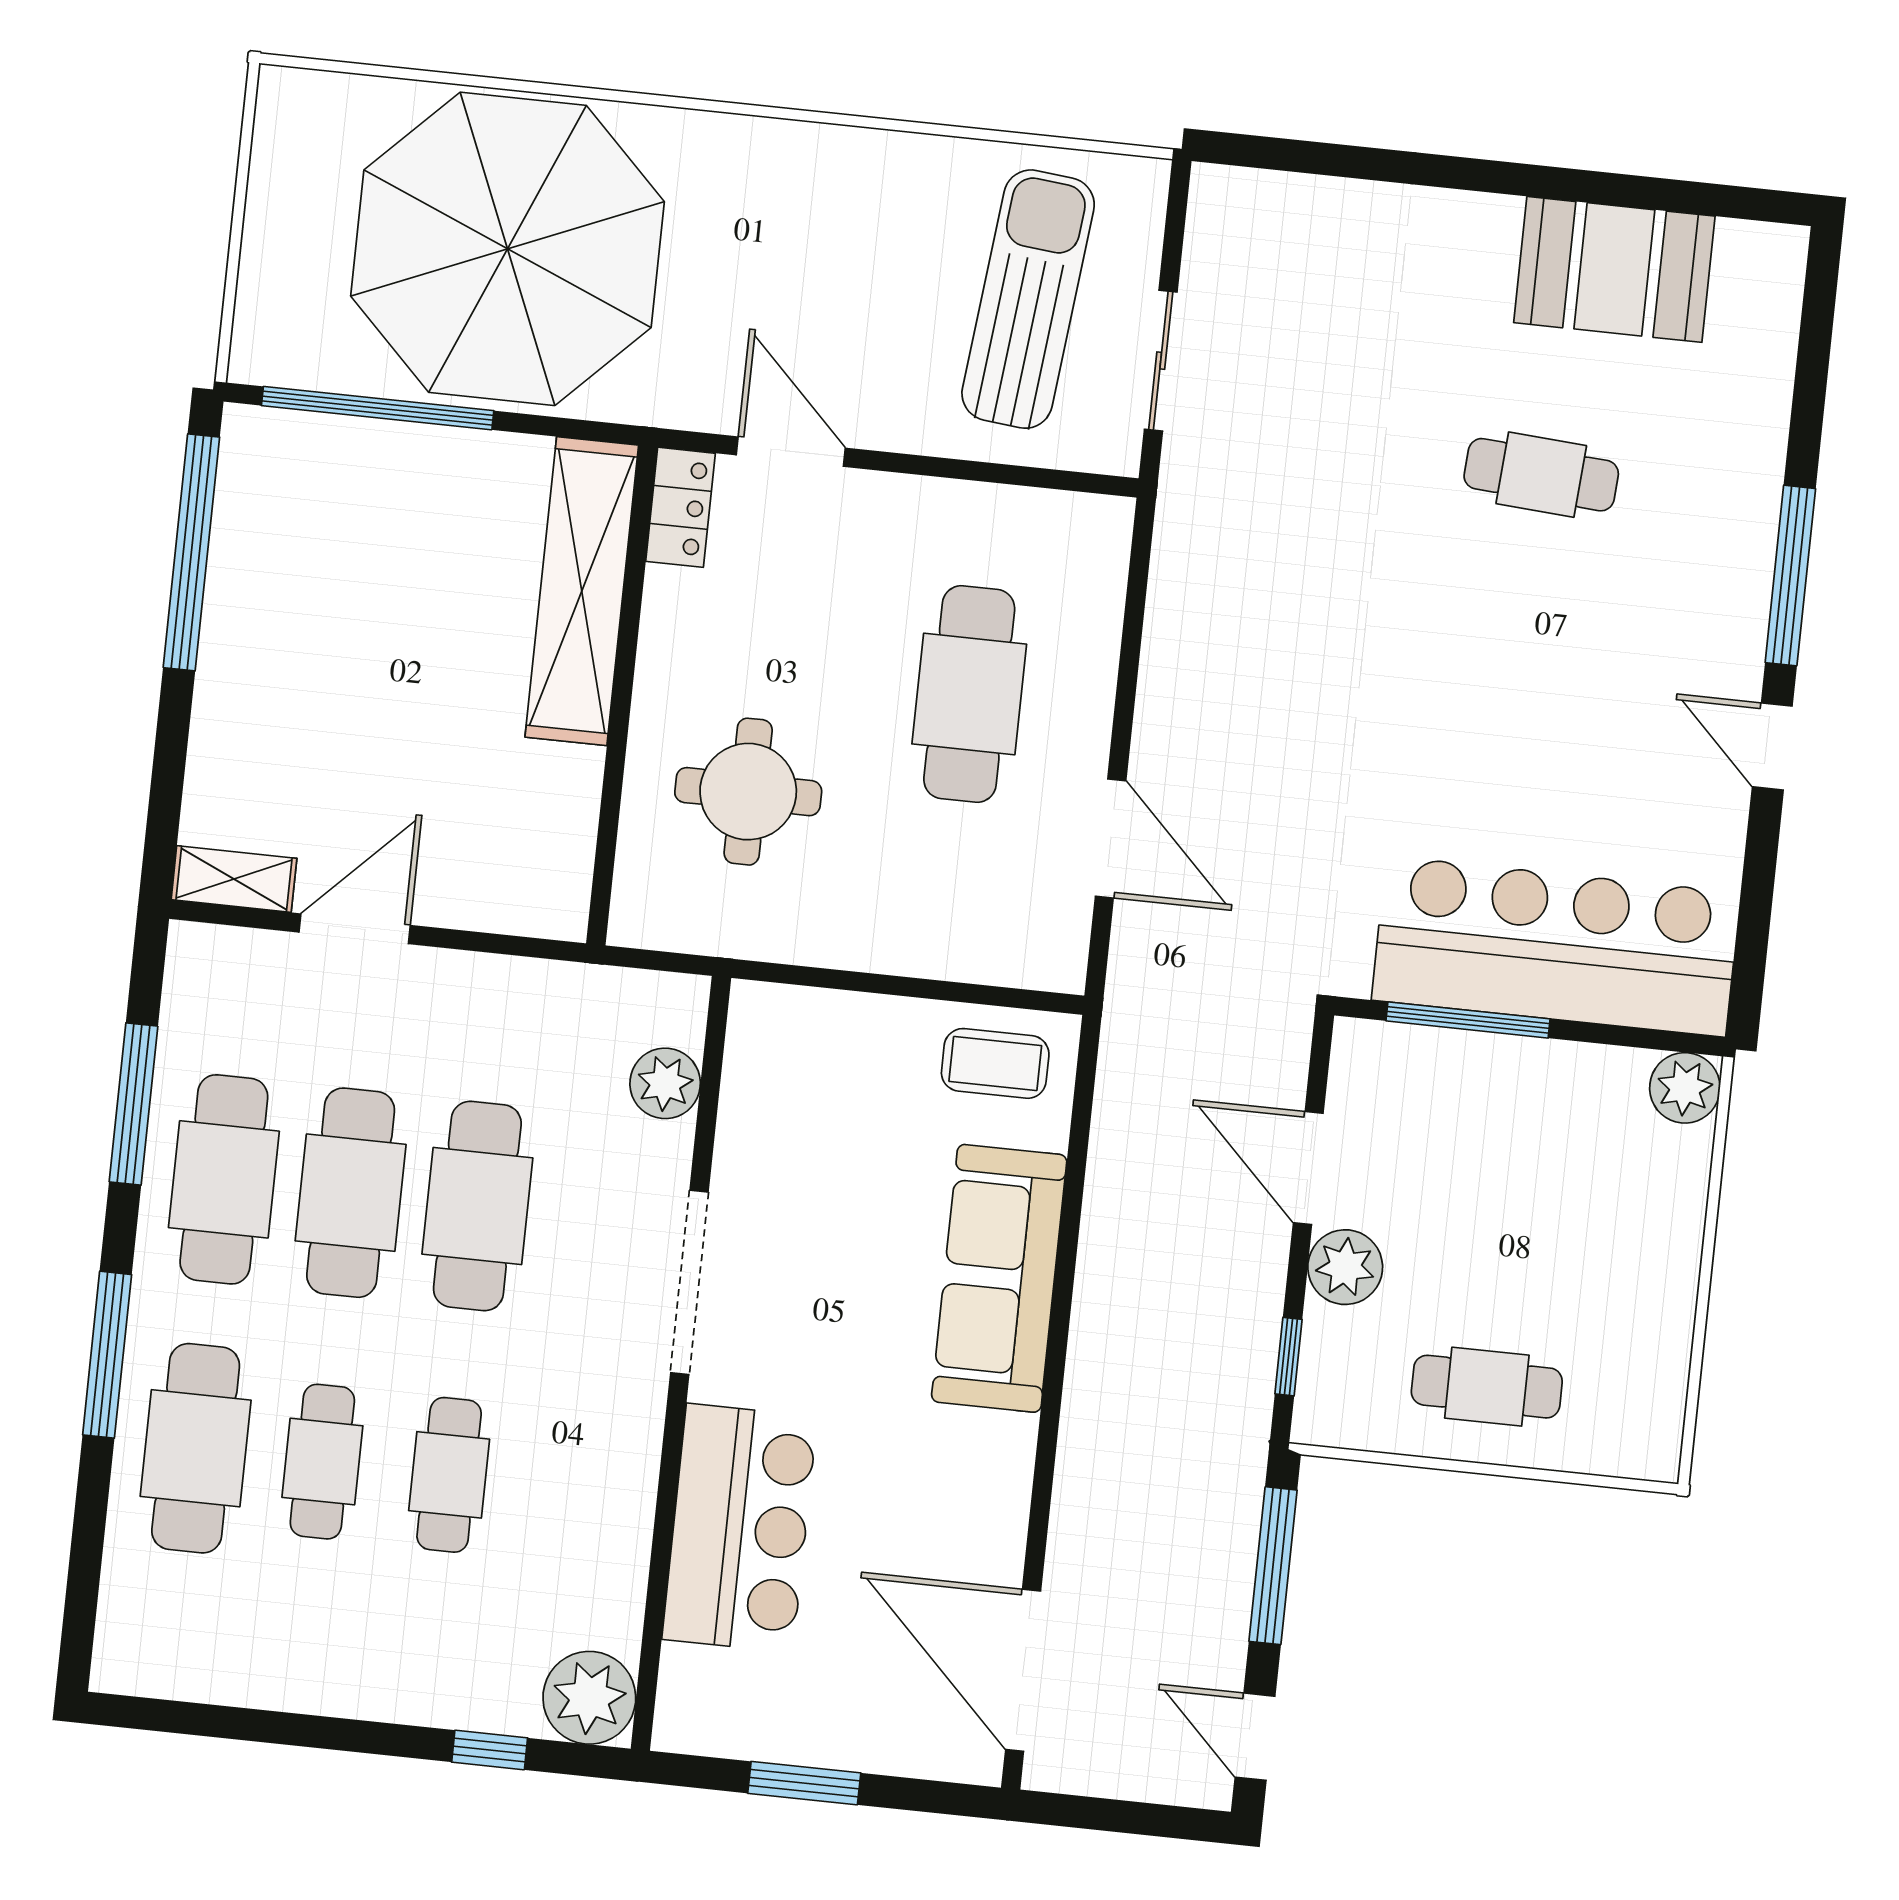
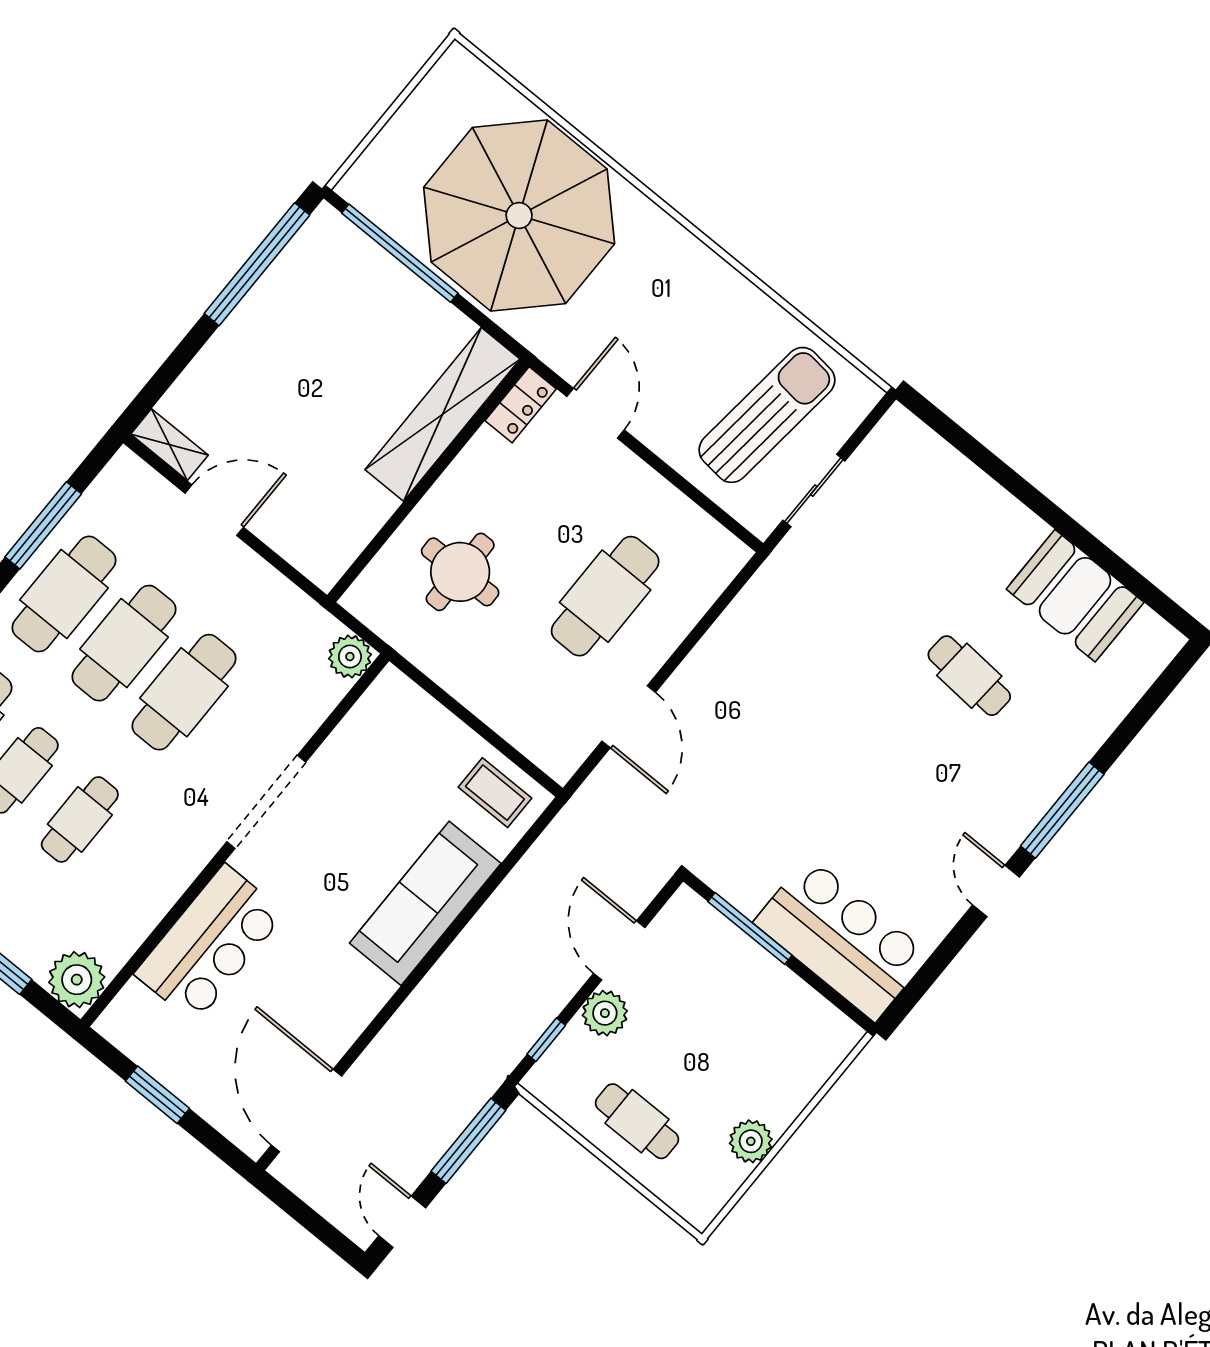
bar counter: (1556, 946) -> (842, 939), width x0.73
plant: (665, 1083) -> (350, 657), moved
plant: (1685, 1088) -> (751, 1141), moved

